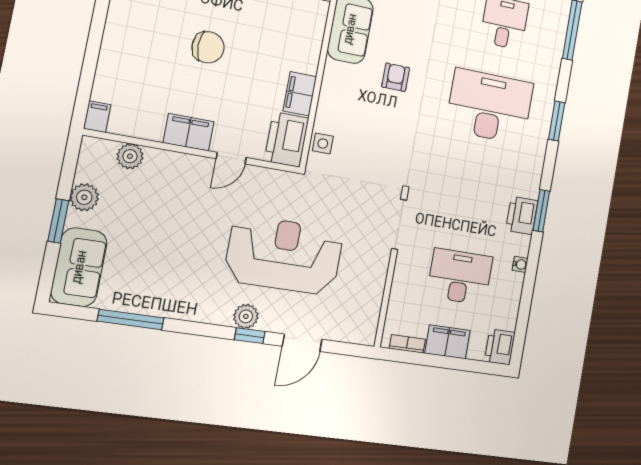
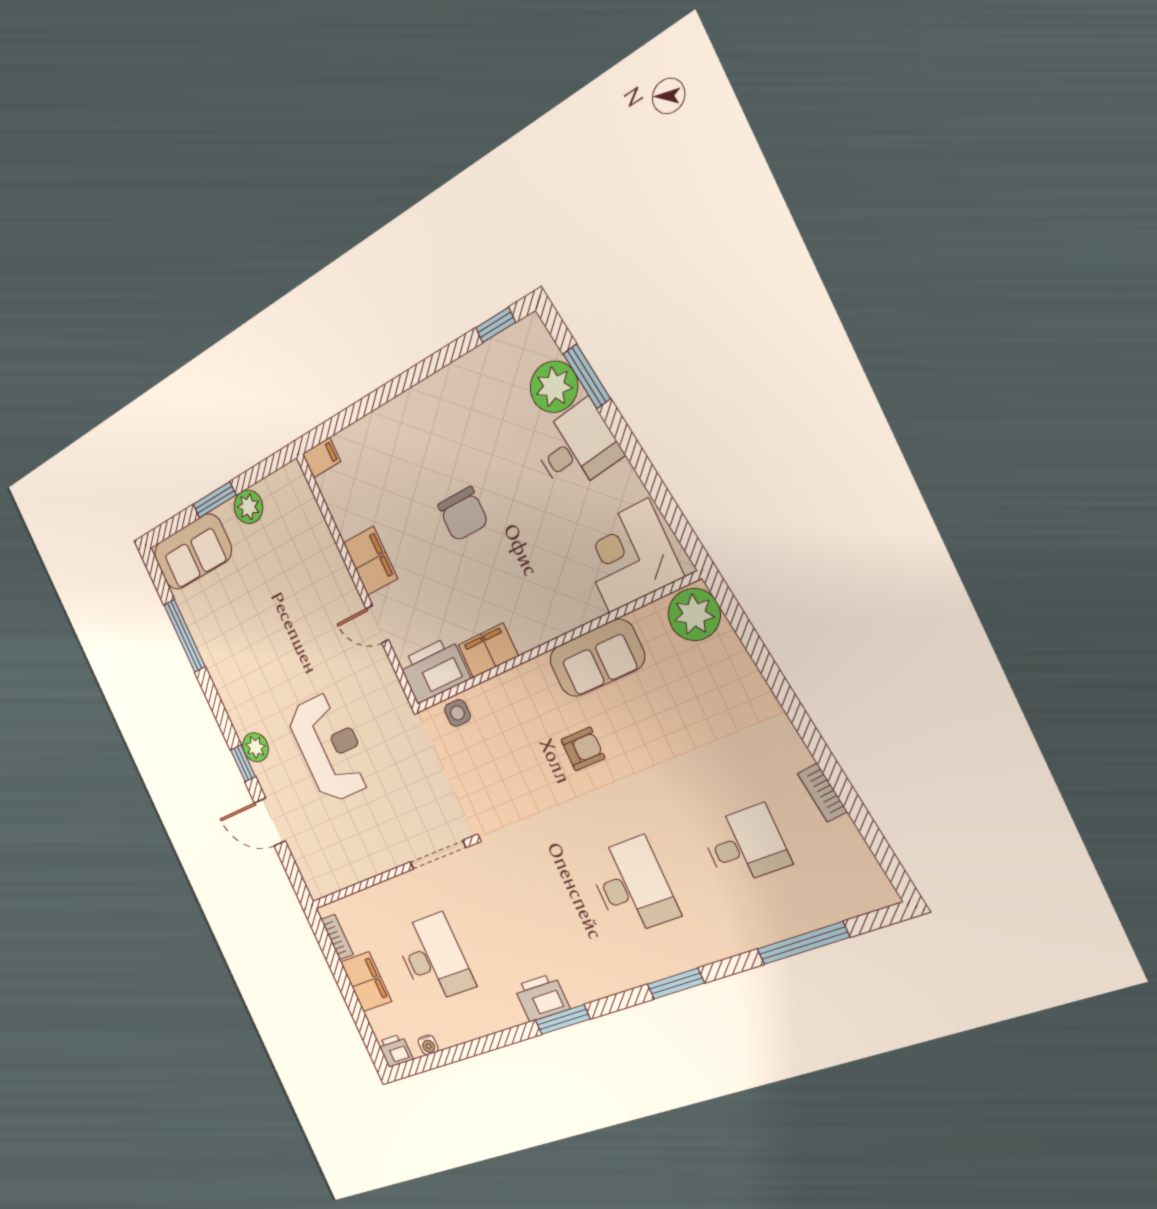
desk: (490, 106) -> (632, 886), width x0.73, depth x0.77
plant: (130, 156) -> (310, 520), removed
reception desk: (284, 255) -> (330, 747), width x0.74, depth x0.77
water cooler: (520, 264) -> (428, 1045), moved
printer: (500, 347) -> (395, 1051), width x0.73, depth x0.81

